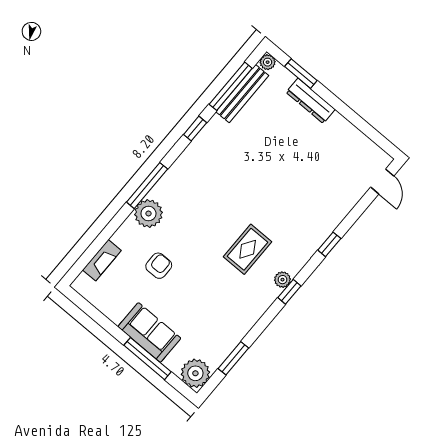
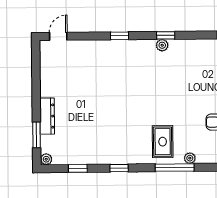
window: (231, 86) -> (78, 168), width x0.46
bench: (242, 94) -> (76, 158), removed
plant: (148, 214) -> (190, 158), width x0.53, depth x0.53
rug: (248, 249) -> (163, 142), moved, turned 90

